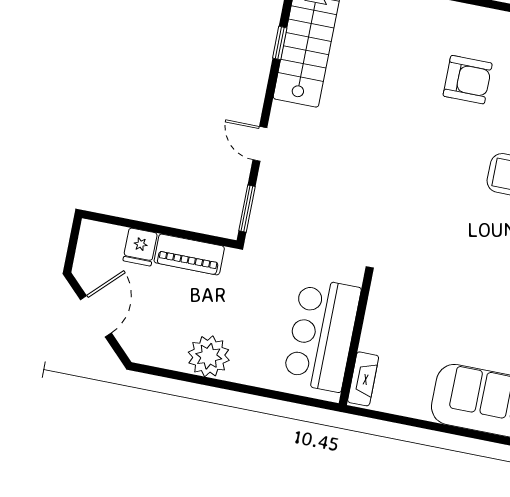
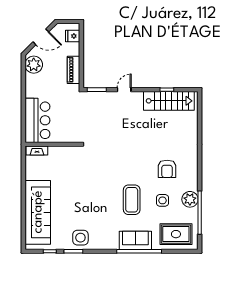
fridge: (140, 247) -> (73, 36), moved
bar counter: (322, 335) -> (37, 120), moved, turned 90
plant: (209, 356) -> (34, 65), moved

